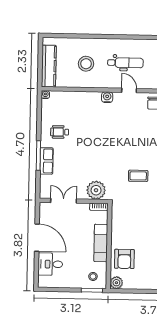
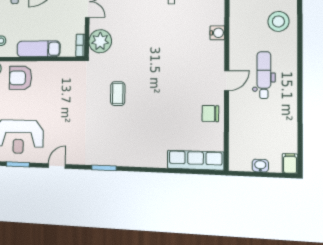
dental chair: (125, 63) -> (264, 75), turned 180
stool: (86, 64) -> (278, 21), moved
water cooler: (107, 97) -> (217, 33), moved

